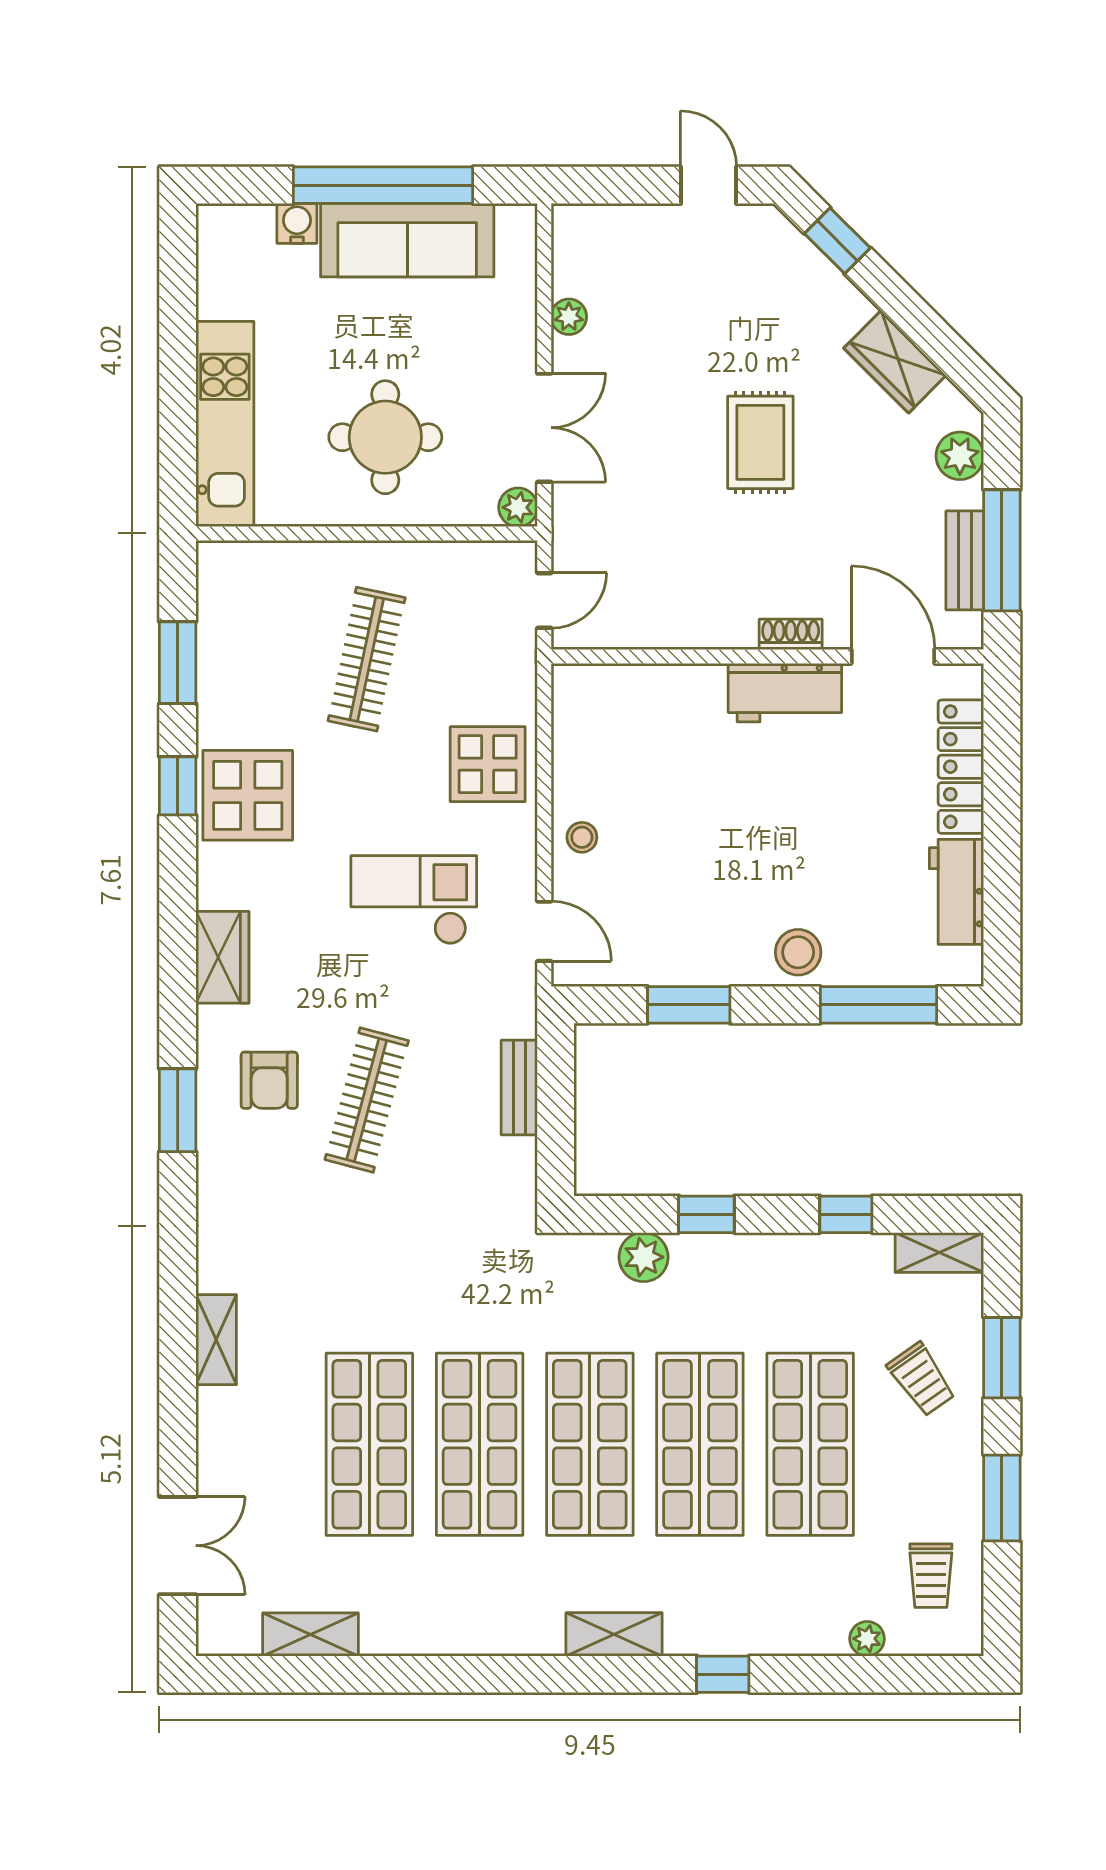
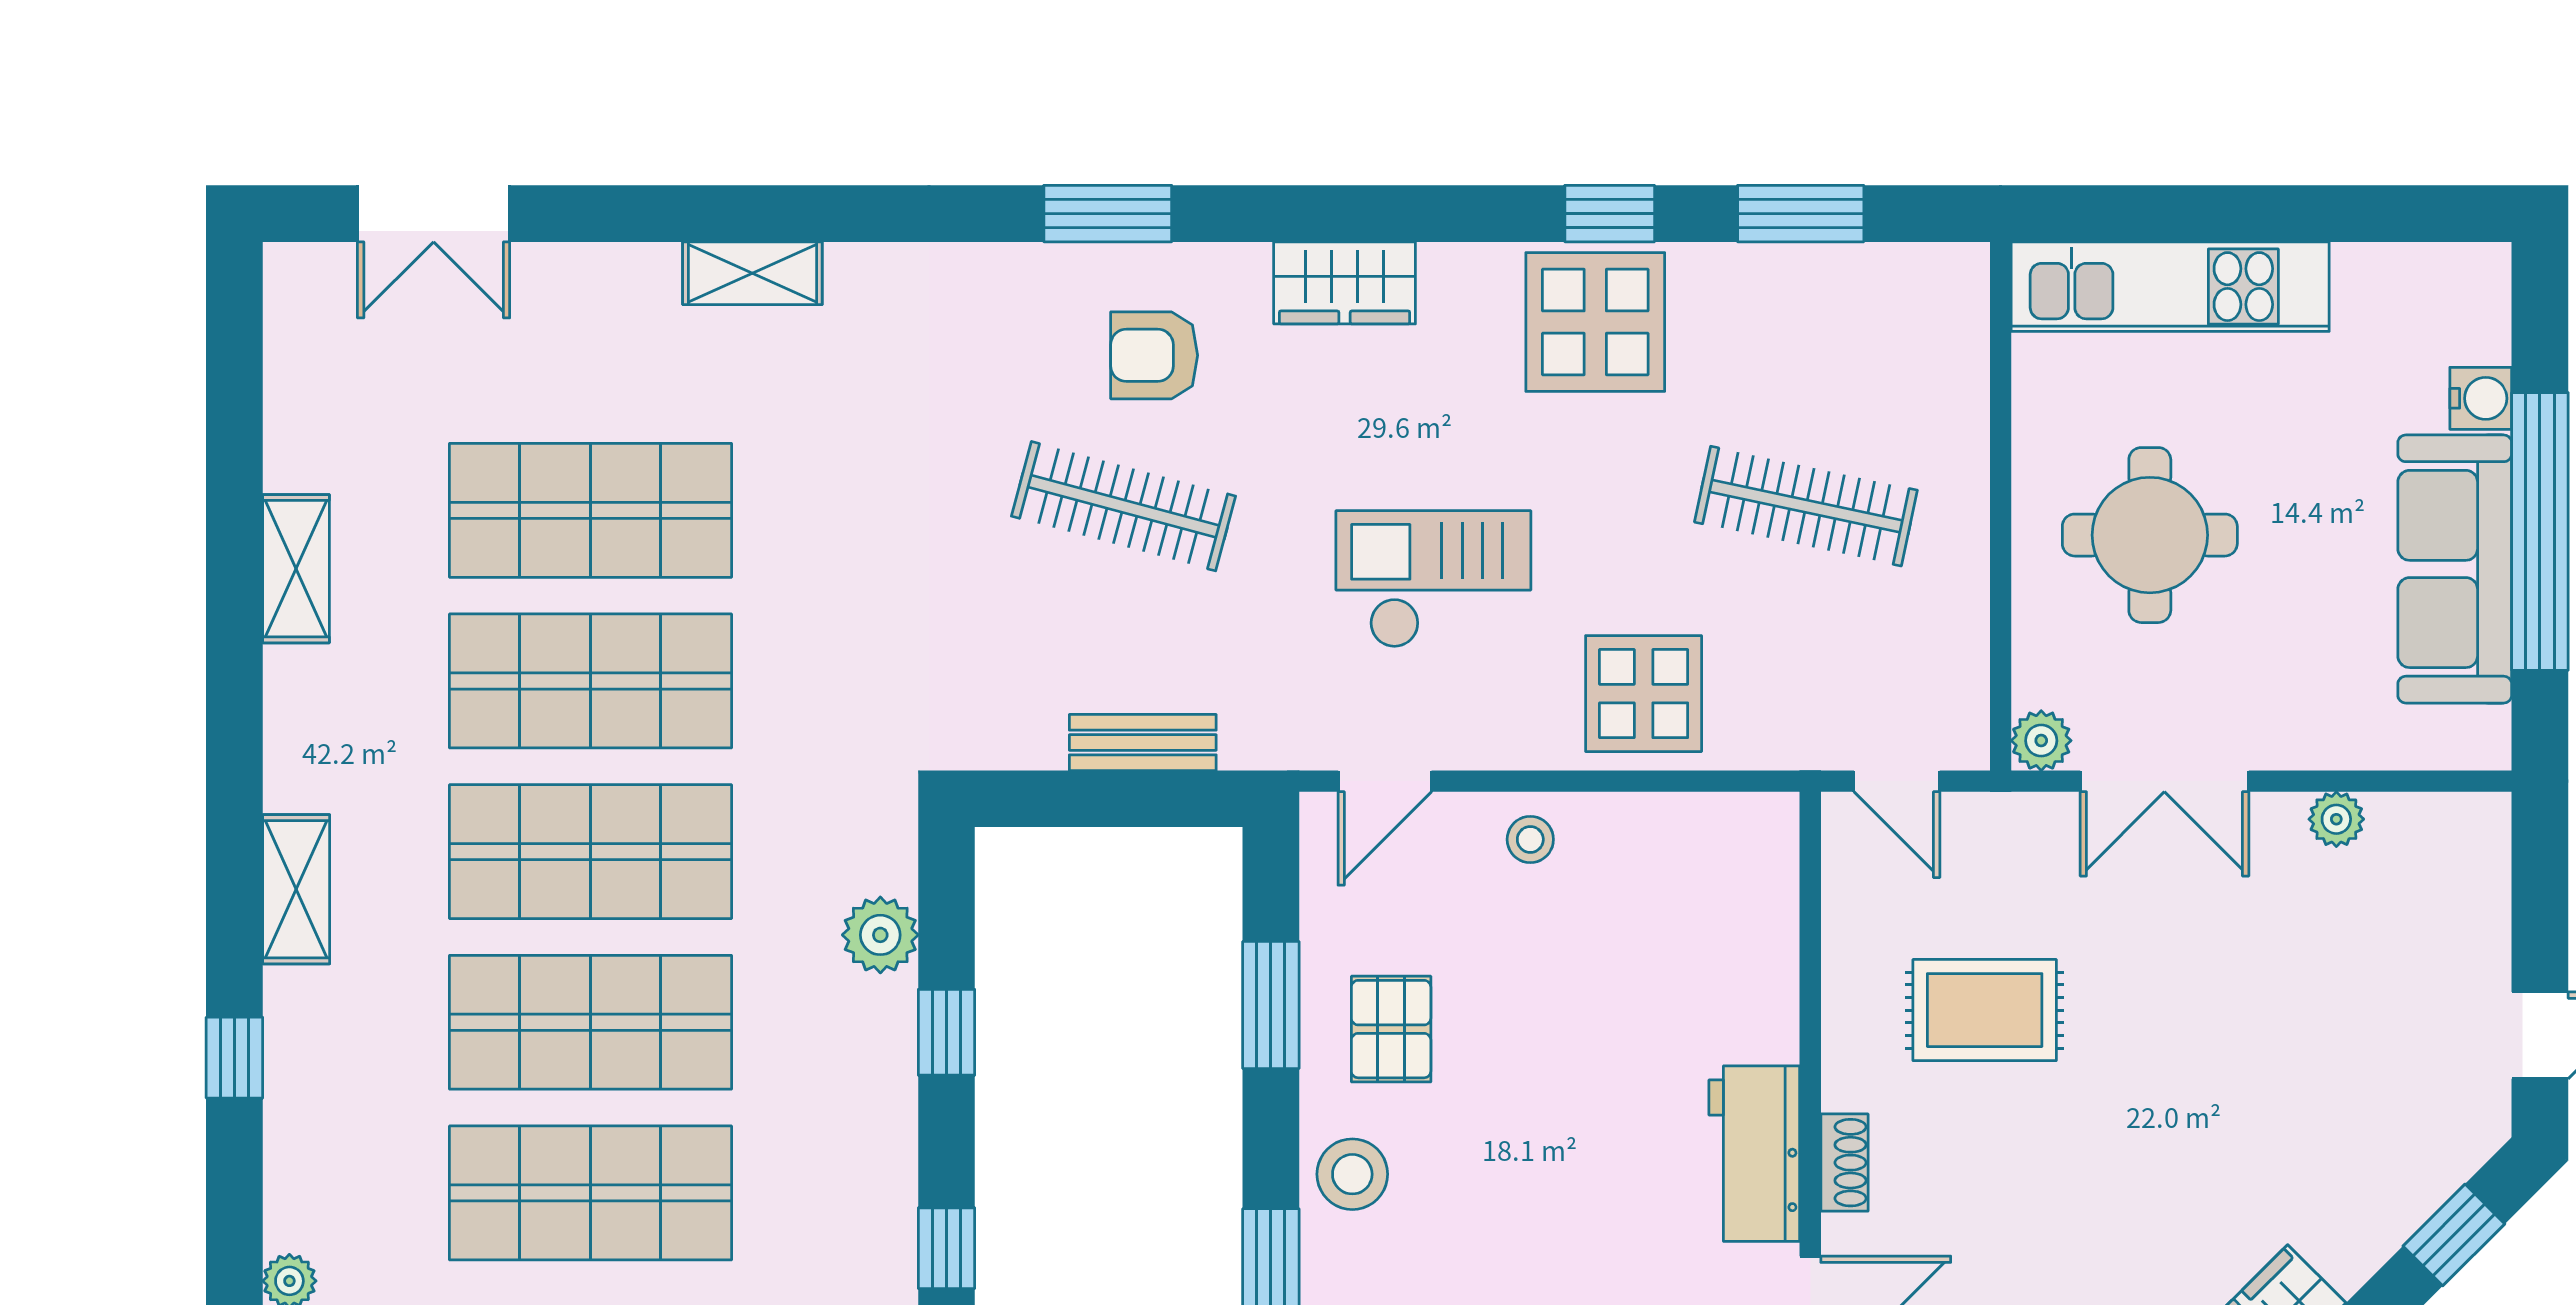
rug: (760, 442) -> (1985, 1010), moved
checkout: (414, 900) -> (1433, 579), turned -90
pallet: (704, 927) -> (1391, 1029), added
shelving: (311, 1634) -> (296, 569), moved

